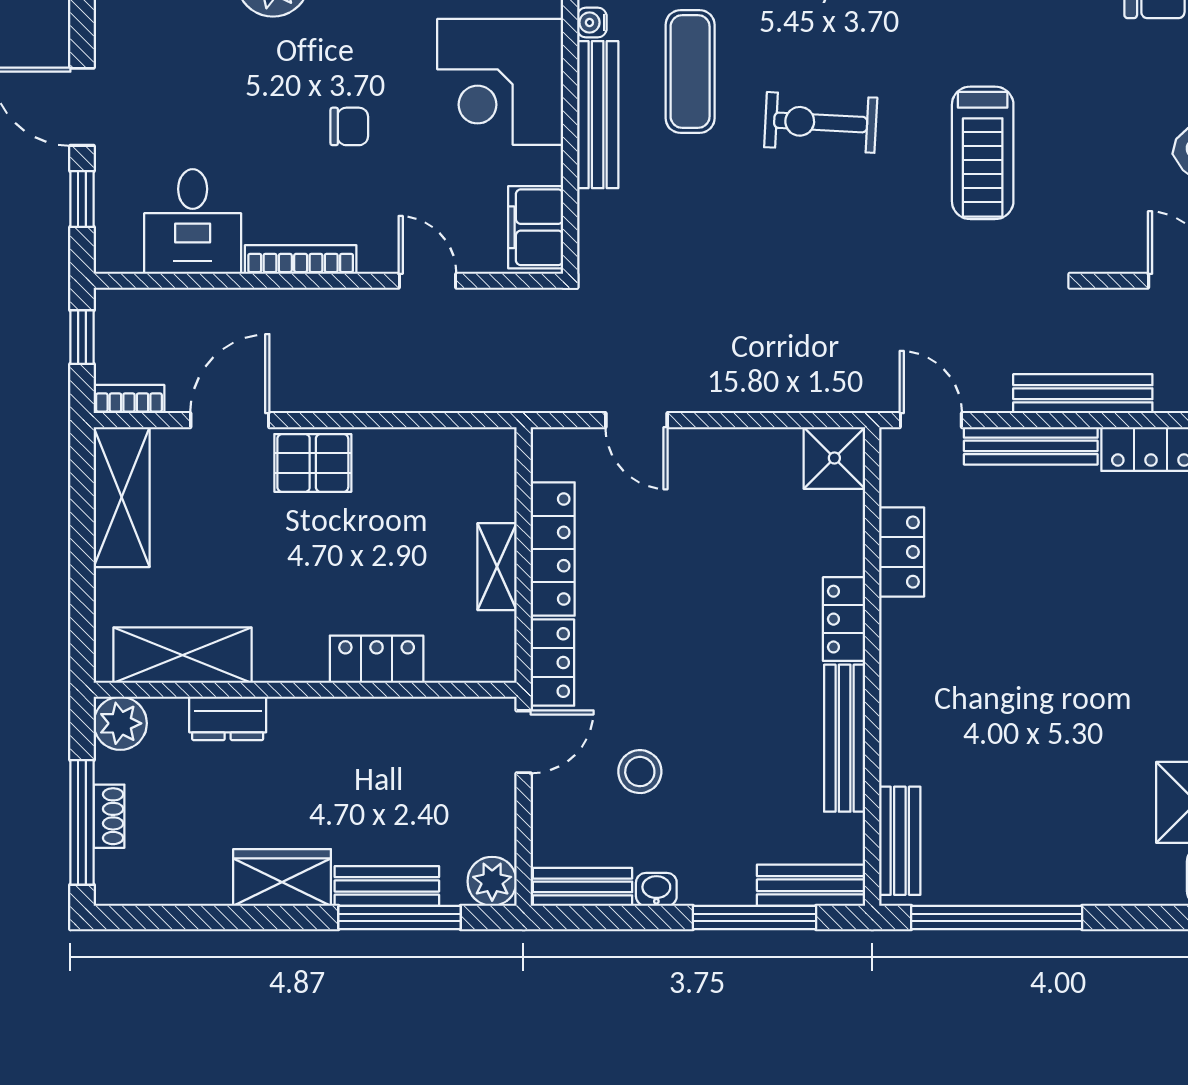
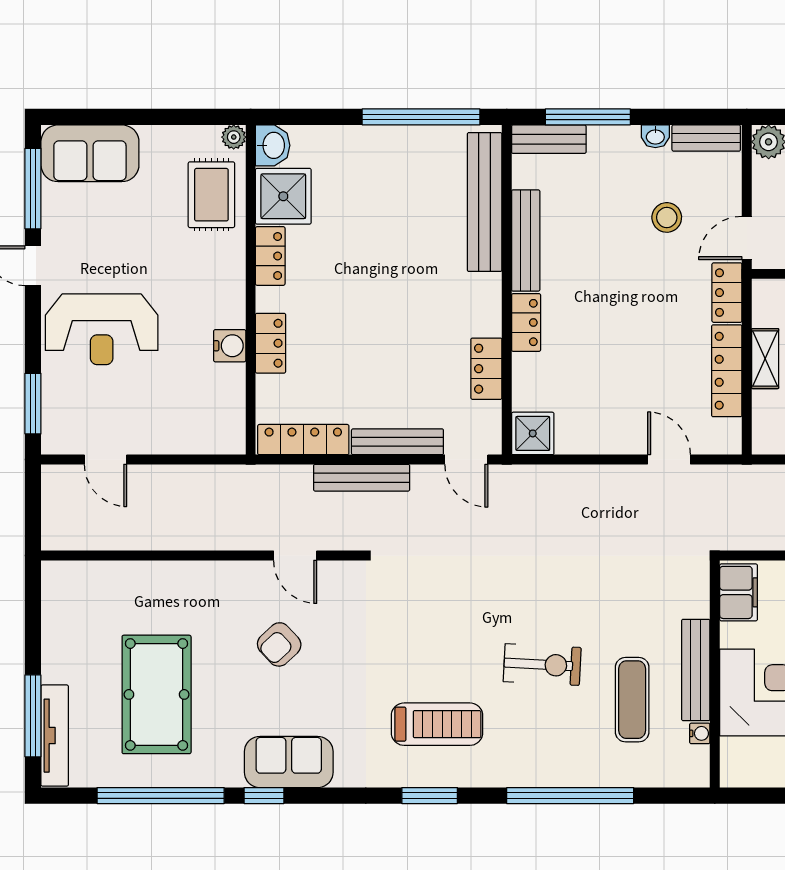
treadmill: (983, 153) -> (437, 724), moved, turned 90
bench: (900, 841) -> (485, 202), width x1.86, depth x1.21

